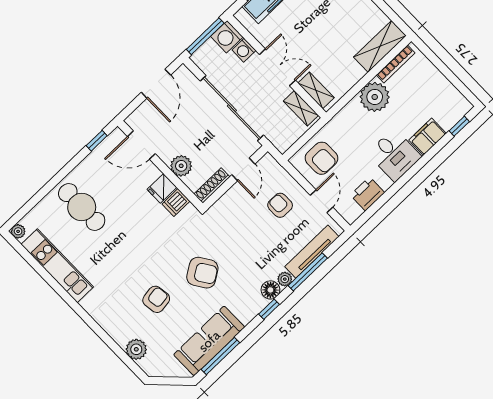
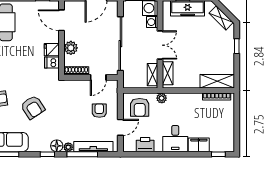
plant: (375, 97) -> (162, 98), moved, width x0.53, depth x0.53

